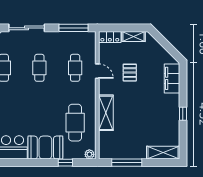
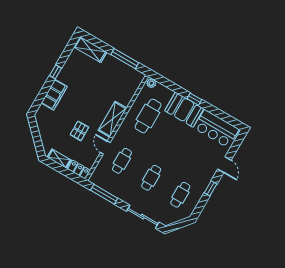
filing cabinet: (172, 78) -> (54, 95), moved
shelving: (106, 113) -> (112, 119), moved
window: (65, 163) -> (194, 99), moved

